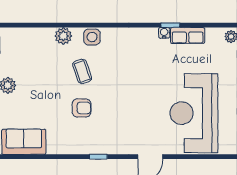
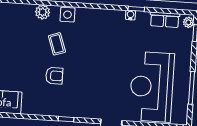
row of seats: (188, 36) -> (165, 20), moved

